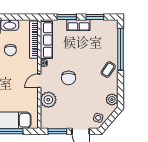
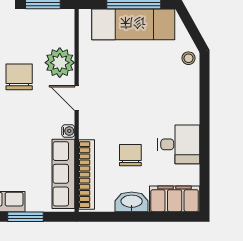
chair: (69, 78) -> (19, 77), moved
door: (39, 81) -> (77, 98), swing flipped

